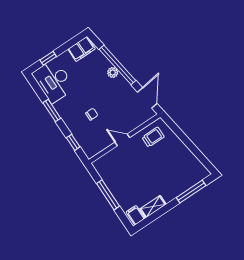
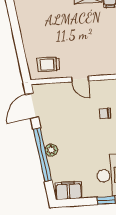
chair: (92, 114) -> (105, 113), moved

